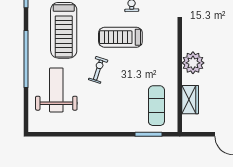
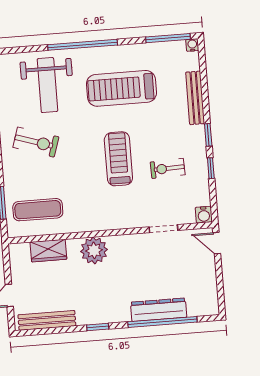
exercise bike: (98, 70) -> (36, 142), moved, width x1.38, depth x1.39
weight bench: (56, 90) -> (47, 85), turned 90

